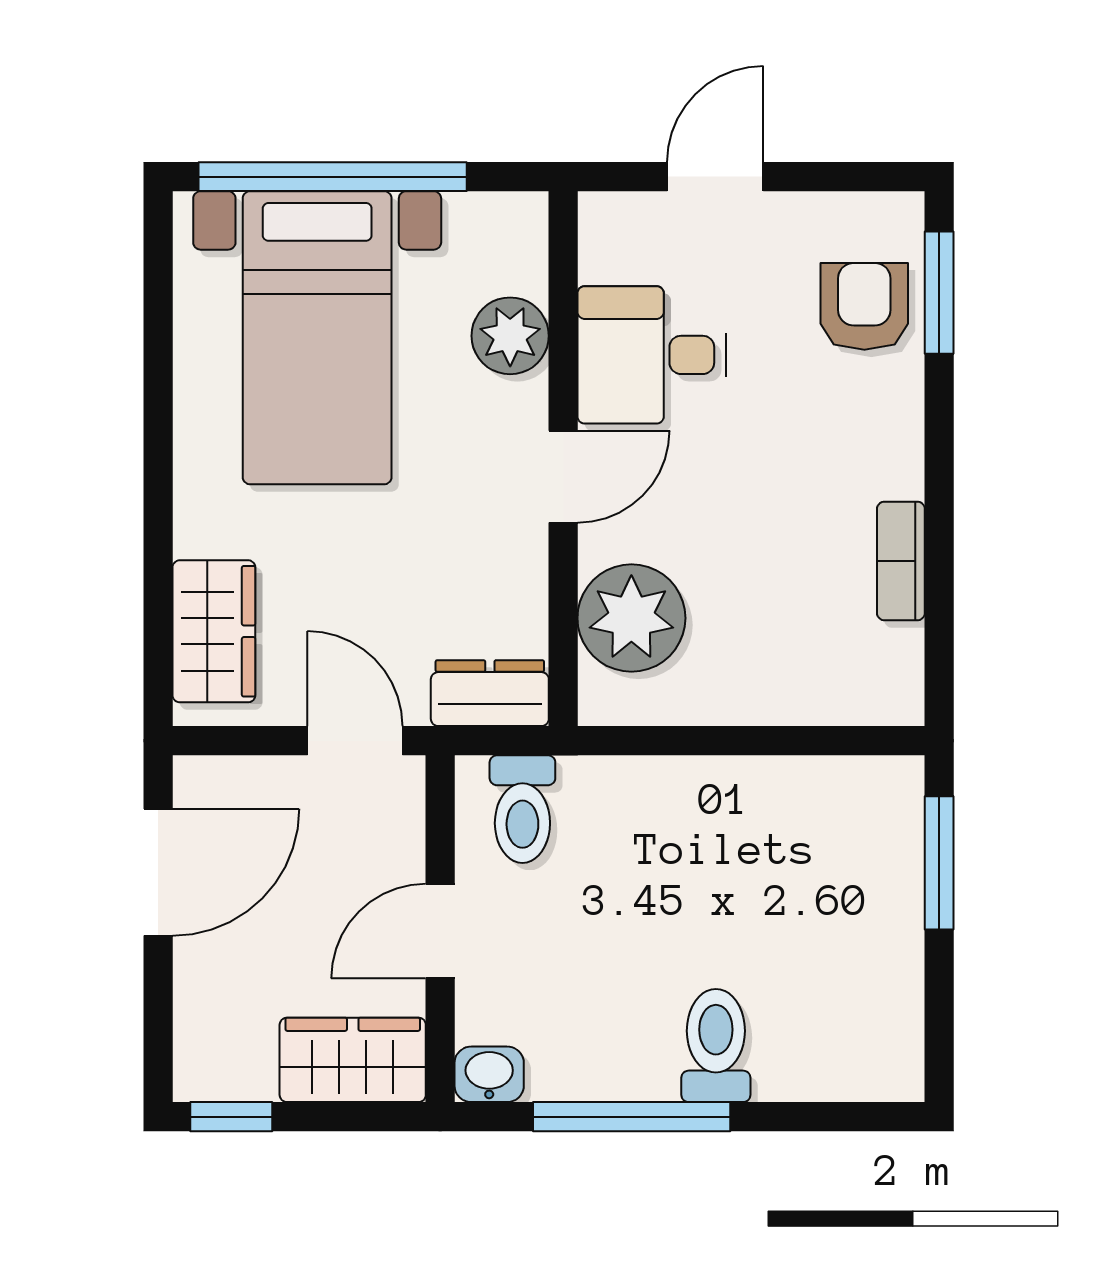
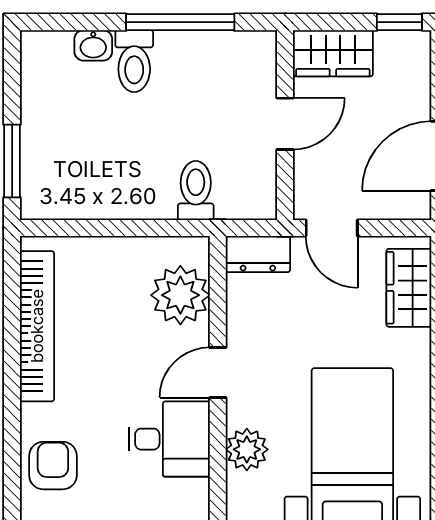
window: (939, 293) -> (12, 473), removed
armchair: (864, 306) -> (53, 466), turned 180
bookcase: (901, 561) -> (37, 326), width x2.31, depth x1.31
toilet: (522, 809) -> (196, 190), moved
washbasin: (489, 1074) -> (93, 45), moved

